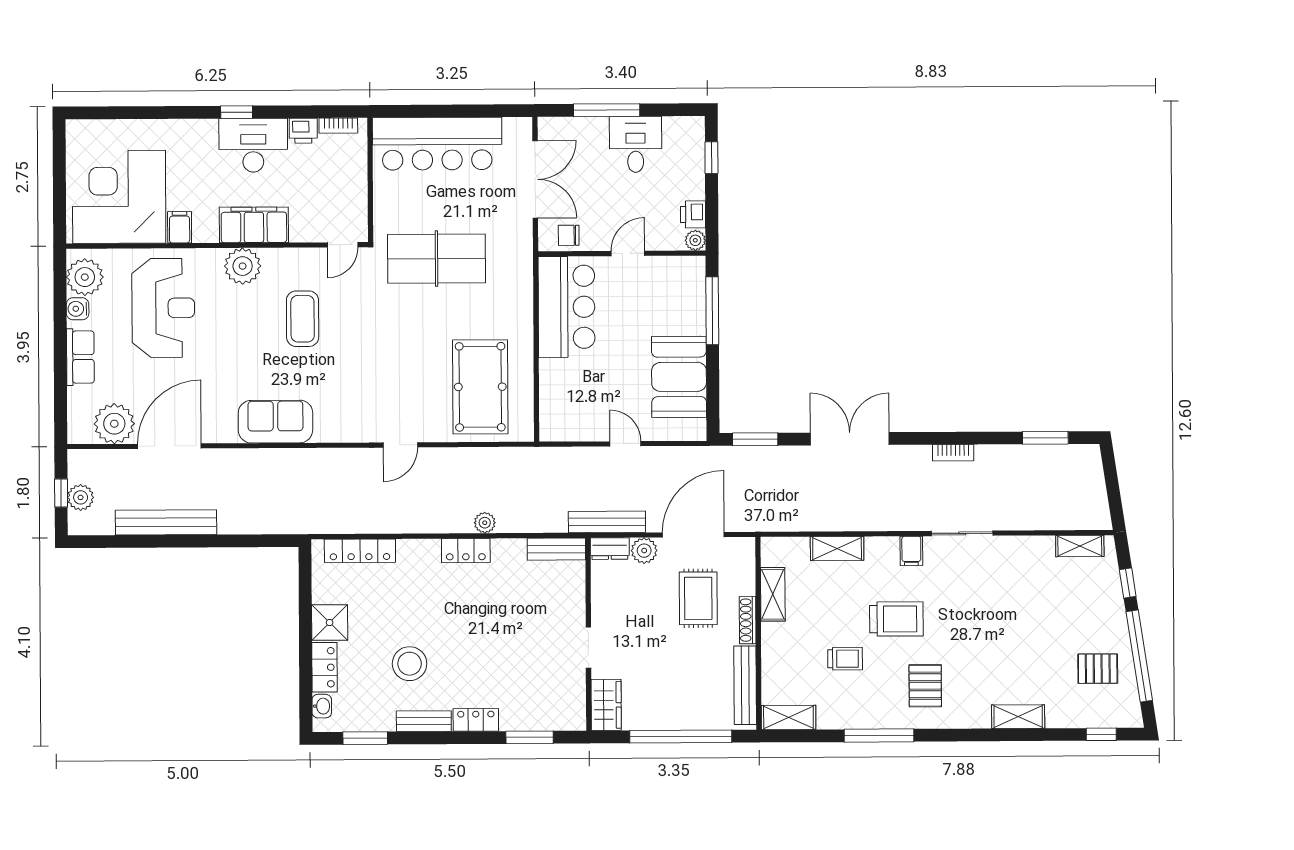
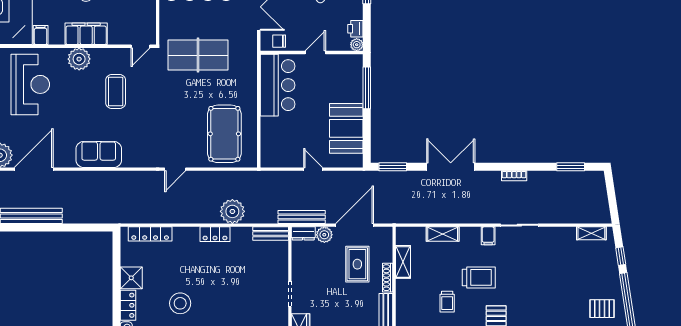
plant: (485, 523) -> (232, 211), width x1.88, depth x1.88
trolley: (845, 659) -> (447, 302), turned 90

